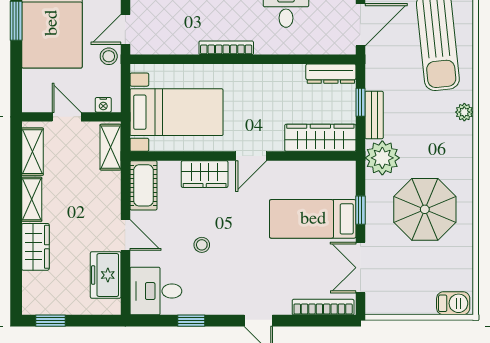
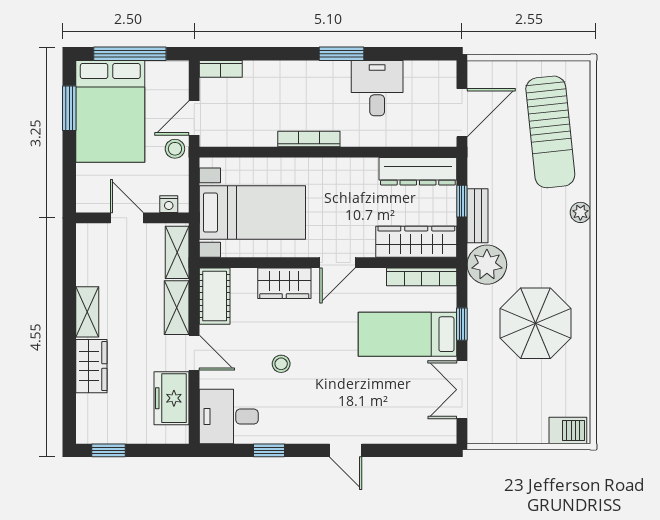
dresser: (331, 74) -> (418, 171), width x1.37, depth x1.24
shelving: (32, 152) -> (177, 308), moved
bookcase: (323, 307) -> (422, 277), moved, turned 180

